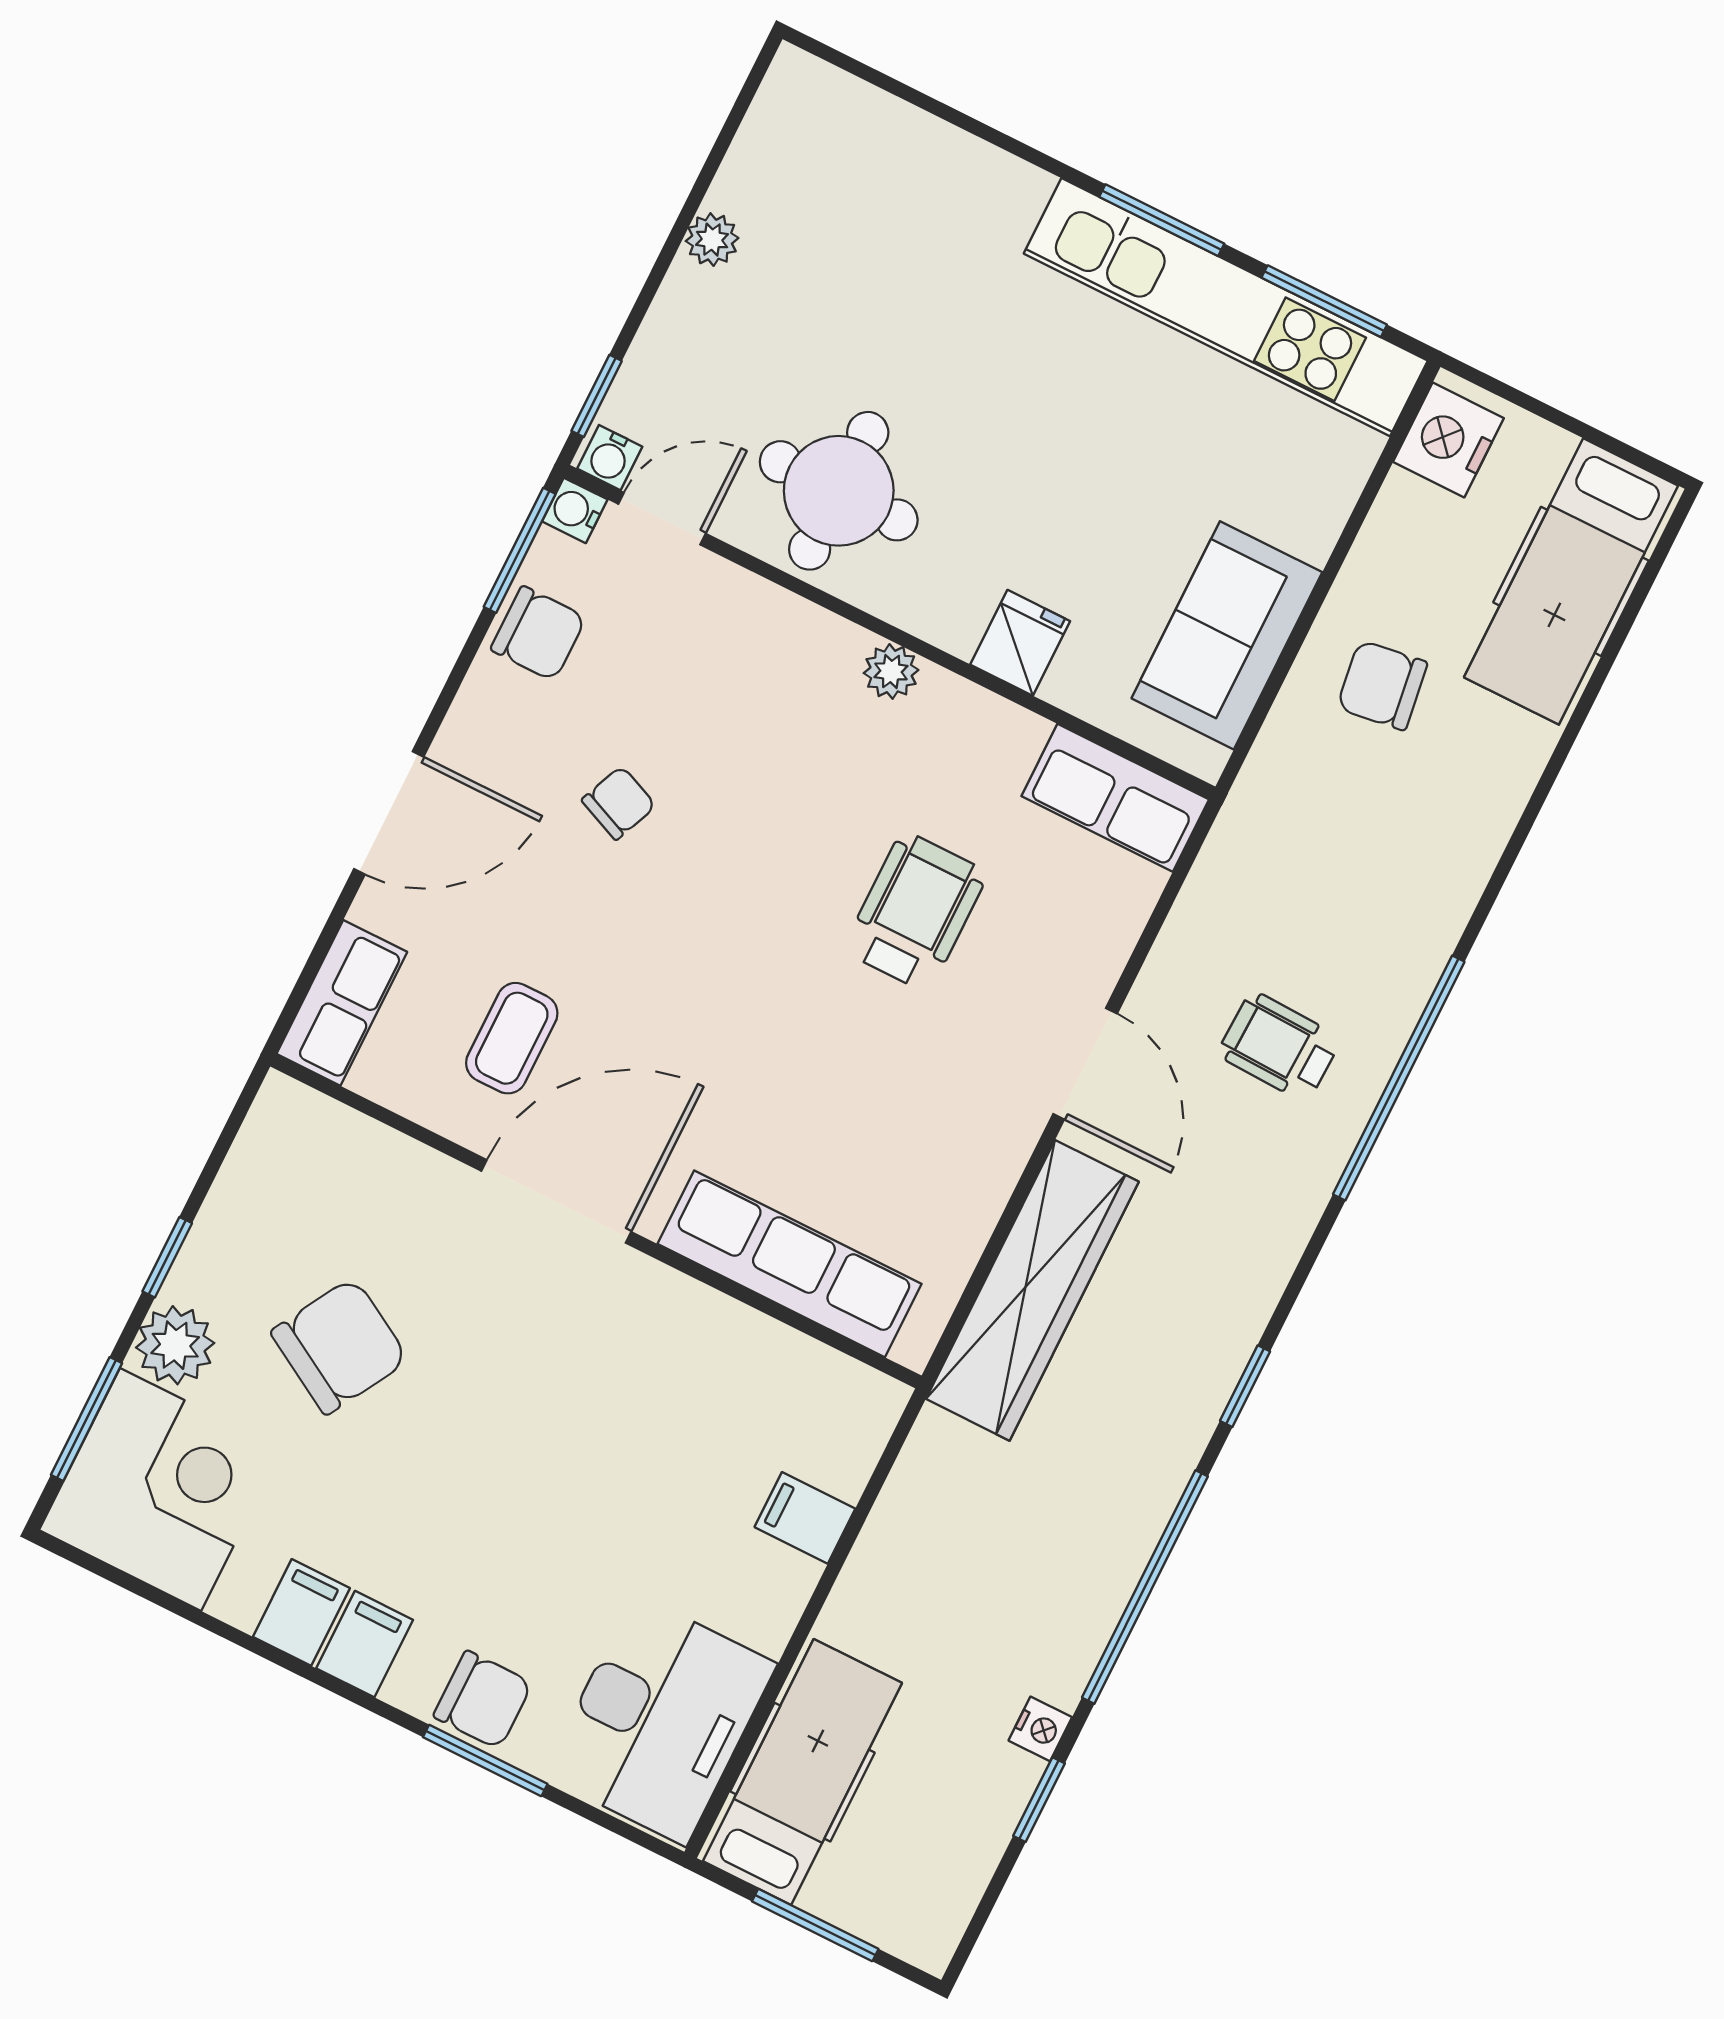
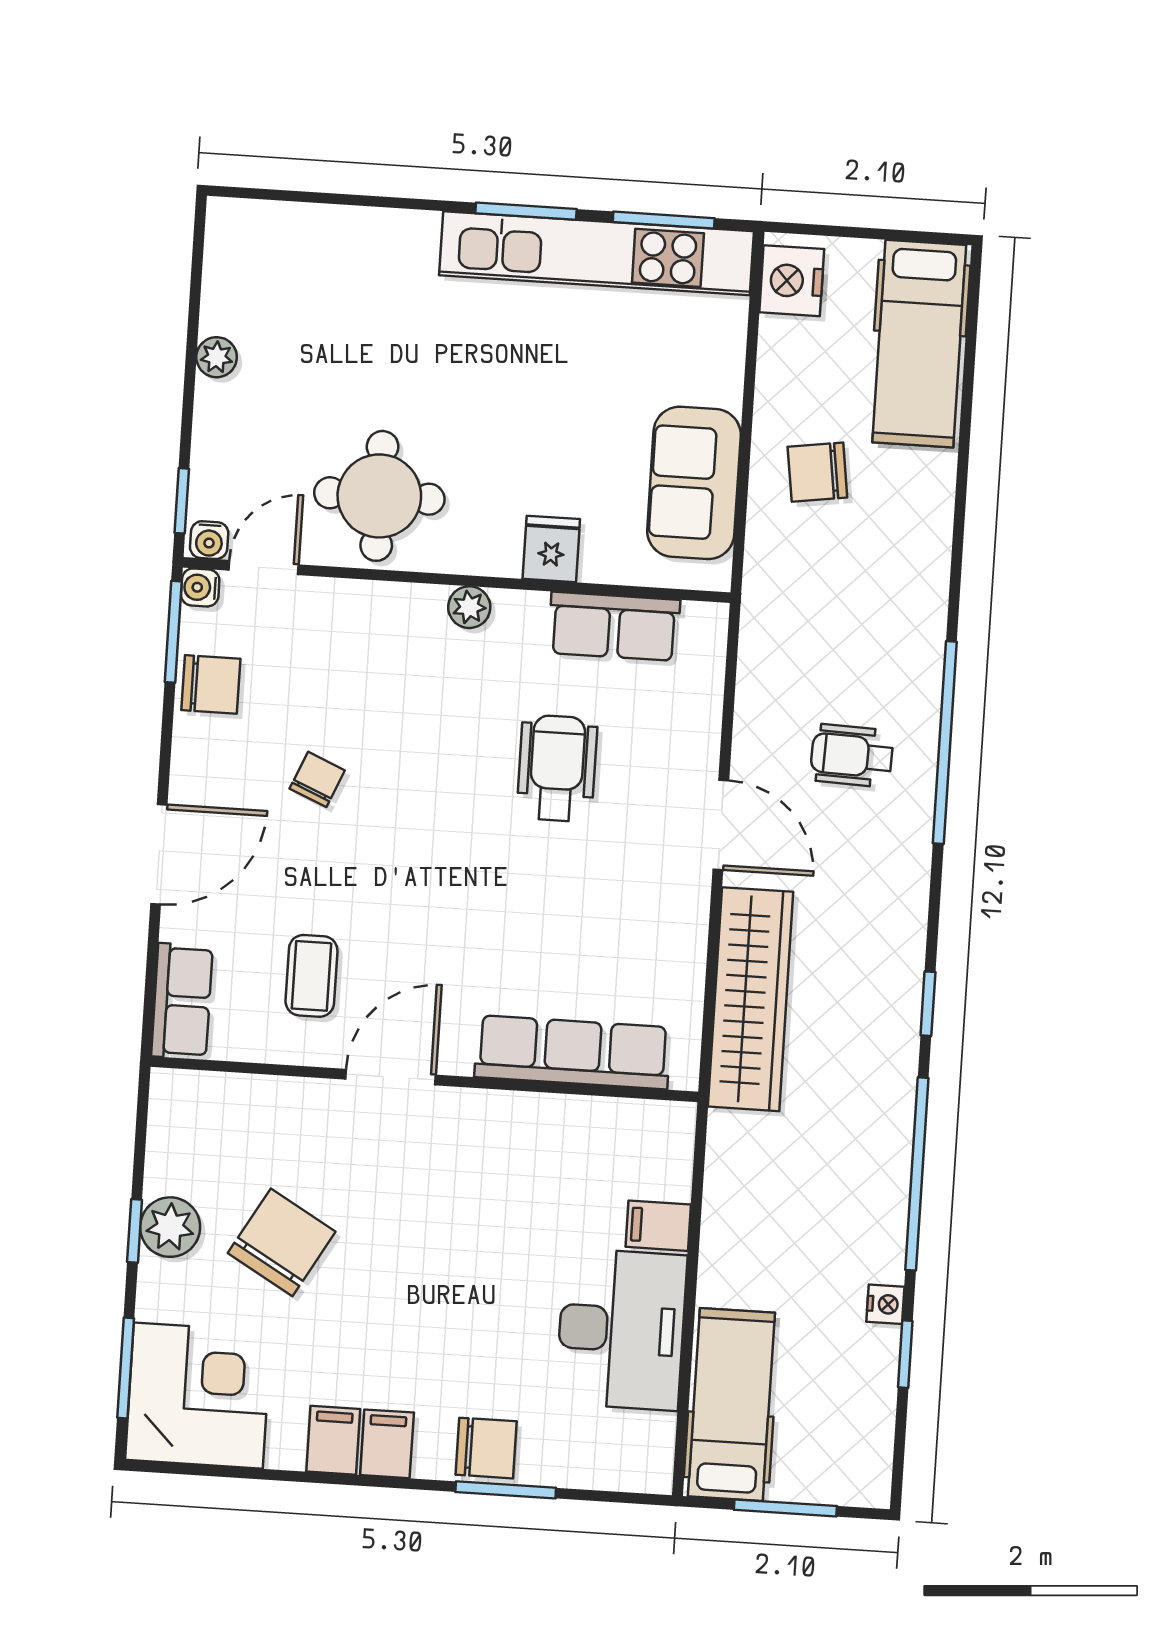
row of seats: (1115, 798) -> (614, 626), moved
door: (556, 1201) -> (391, 1077), width x0.73
plant: (175, 1345) -> (170, 1227), moved
desk: (660, 1720) -> (621, 1329), moved

